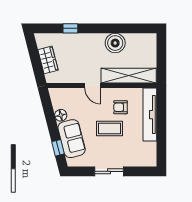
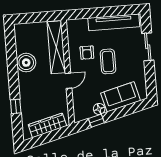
wardrobe: (48, 60) -> (47, 125), width x1.50
tv unit: (150, 115) -> (114, 22), moved
window: (58, 148) -> (96, 121), moved
sliding door: (109, 171) -> (148, 47), moved

